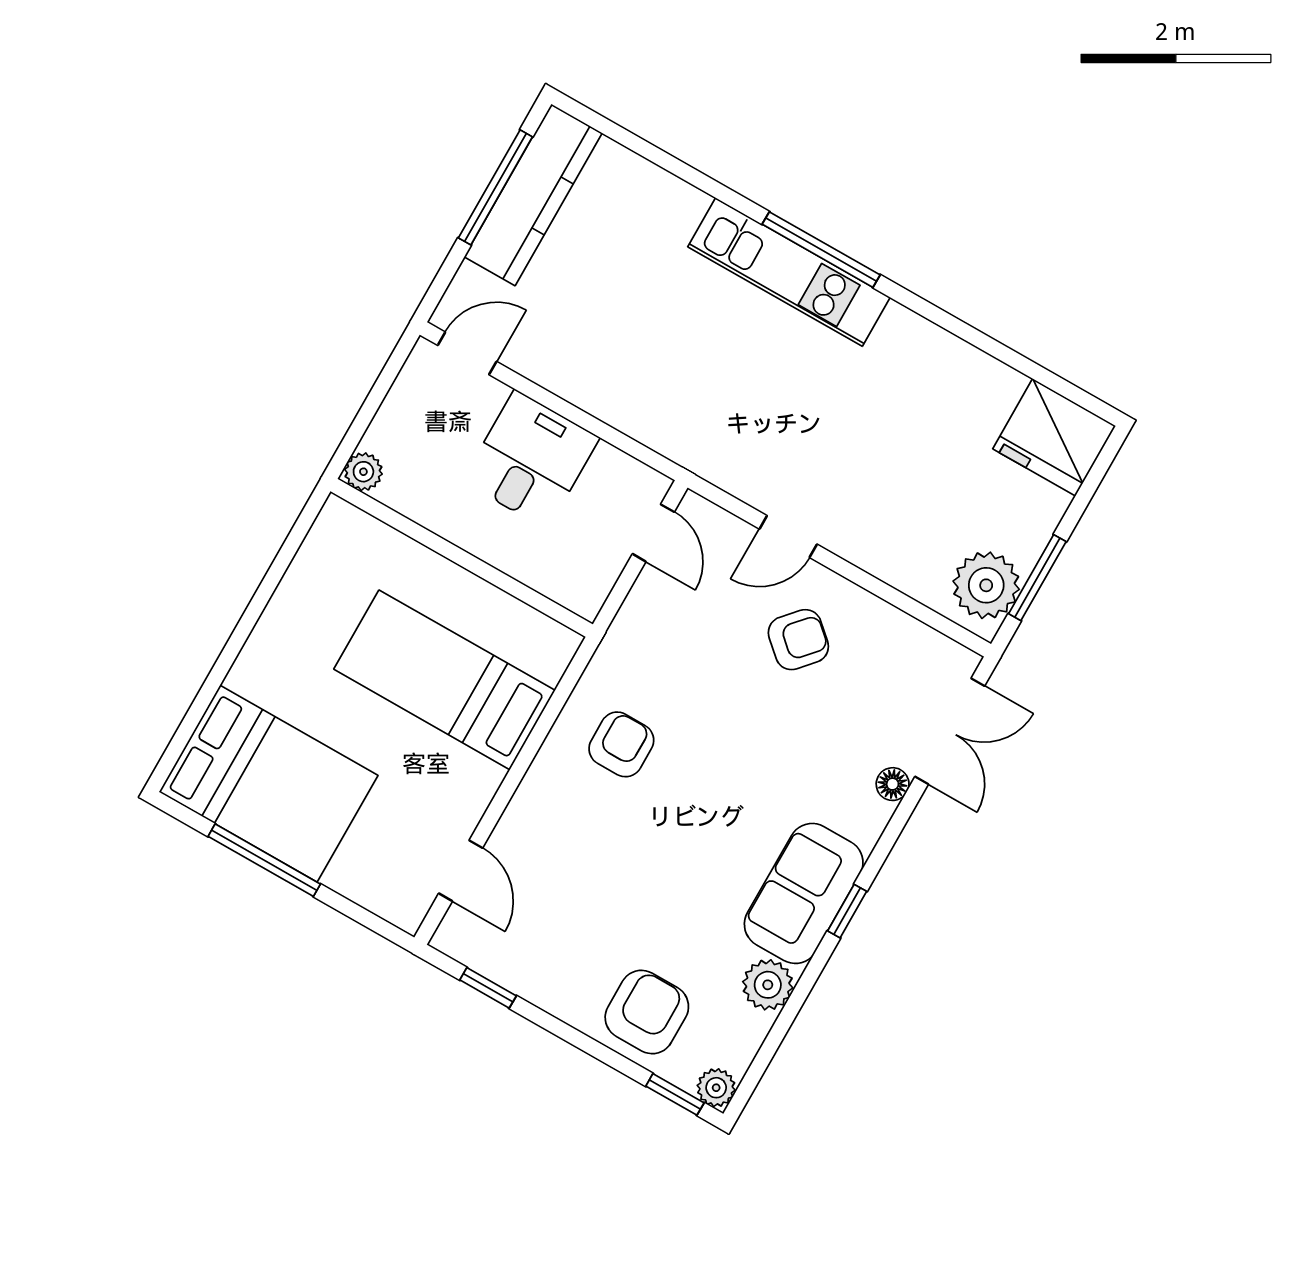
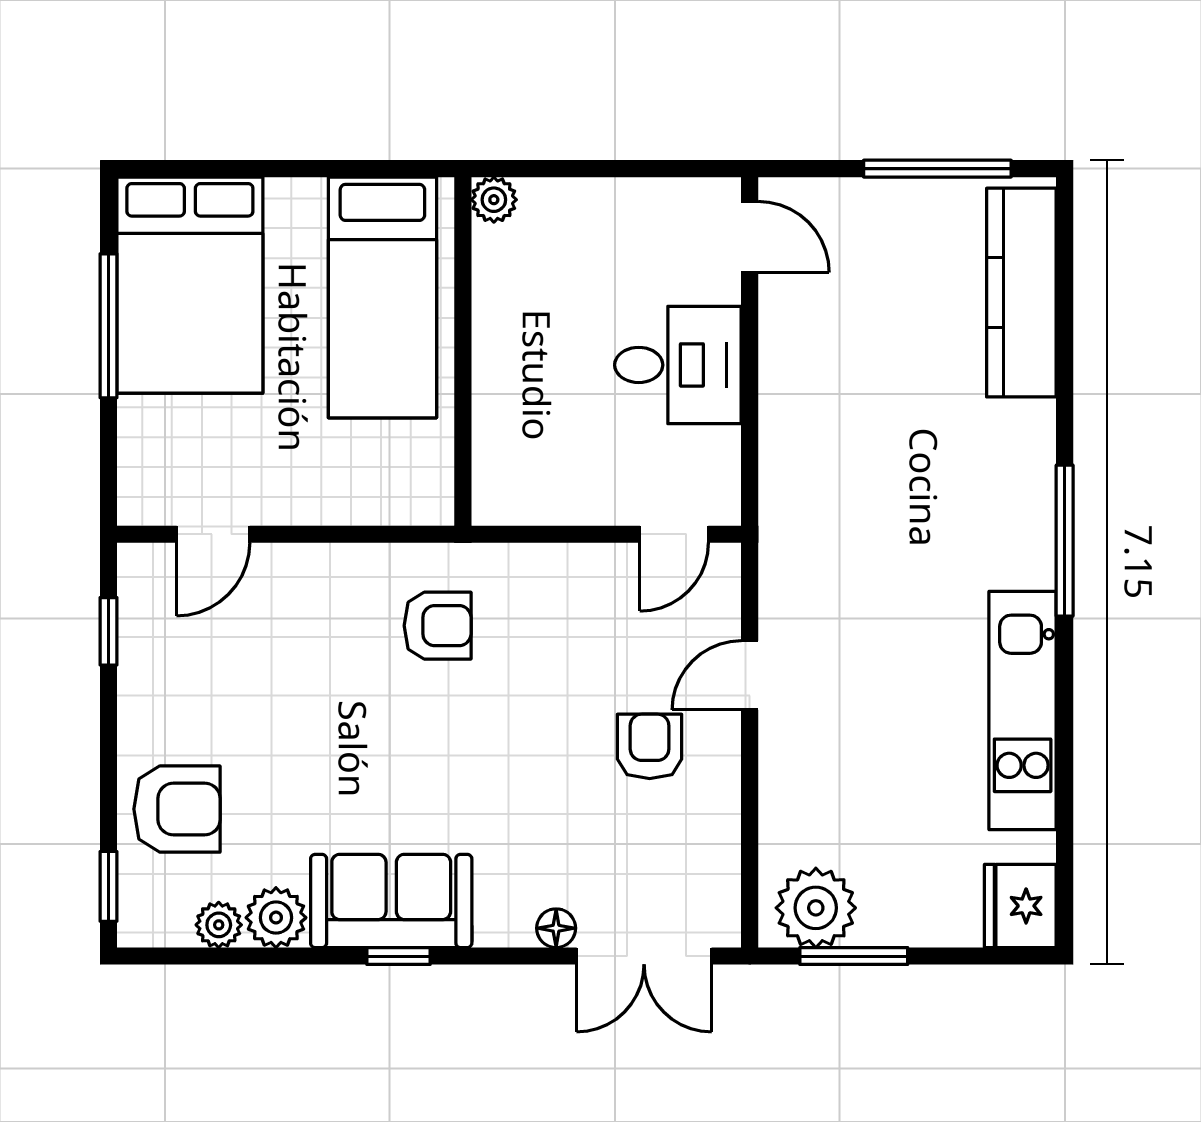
kitchen counter: (533, 195) -> (1021, 293), moved, turned 90
kitchen unit: (789, 272) -> (1023, 711), moved
fridge: (1054, 437) -> (1020, 906), width x0.73, depth x0.75
plant: (363, 472) -> (494, 200), moved
door: (788, 537) -> (750, 675), hinge flipped
wall: (462, 558) -> (463, 351), moved
armchair: (798, 640) -> (650, 746), turned -132
bed: (444, 680) -> (382, 297), moved, turned 180
plant: (716, 1088) -> (219, 925), moved

